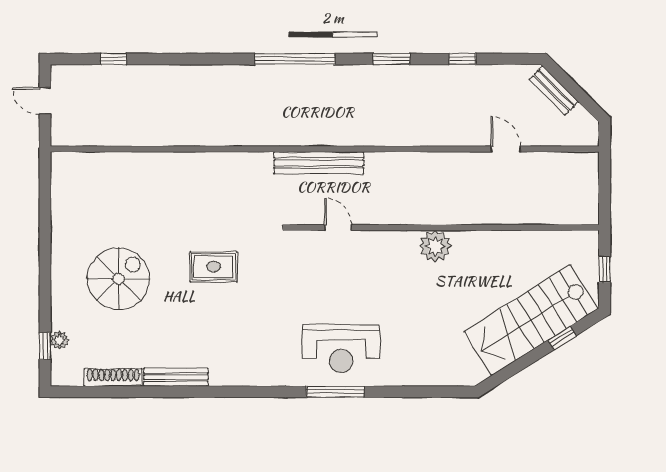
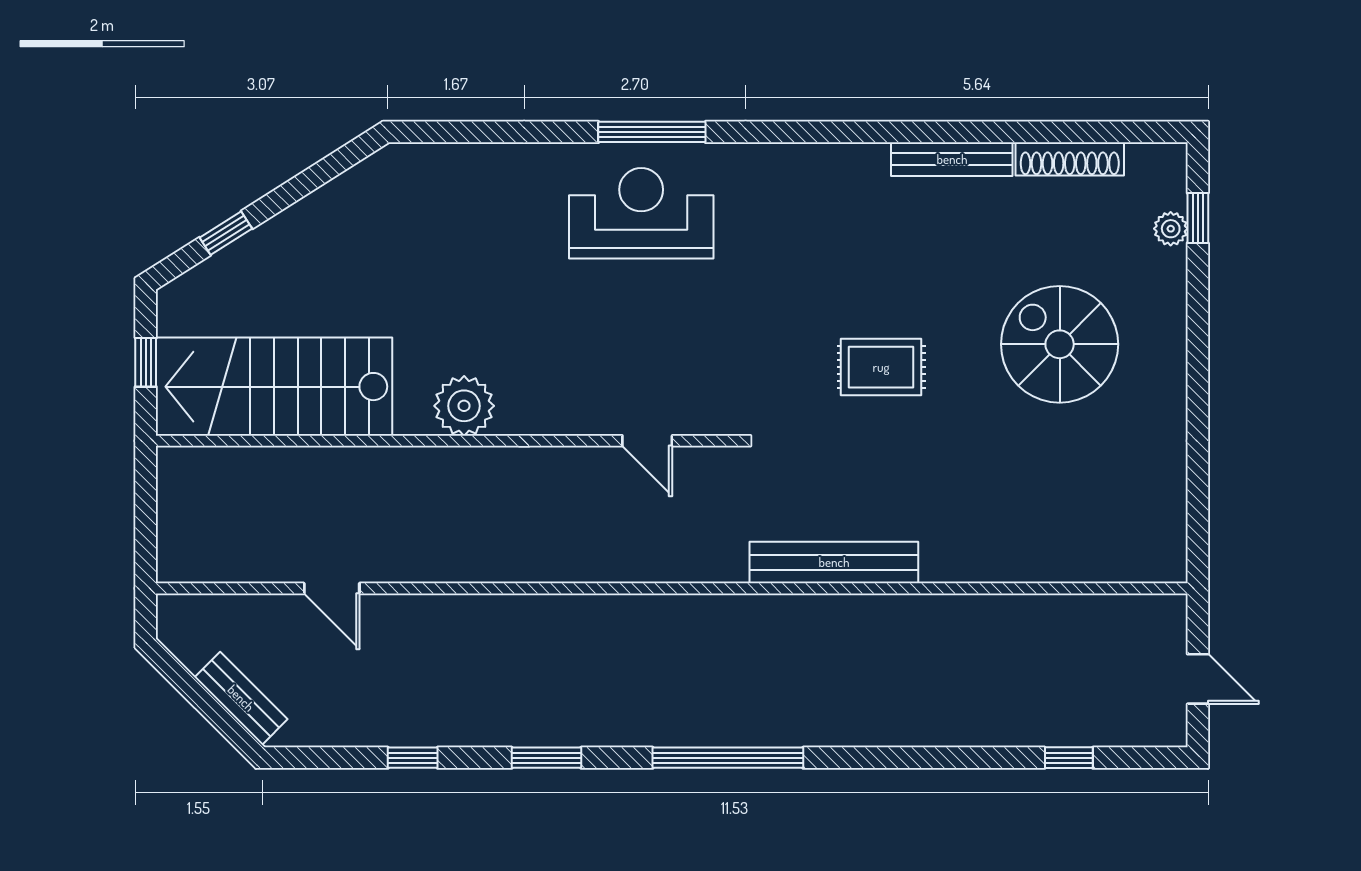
bench: (319, 163) -> (834, 562), moved
spiral stairs: (119, 279) -> (1060, 344), turned 90
stairs: (531, 320) -> (274, 387), moved, turned -148

